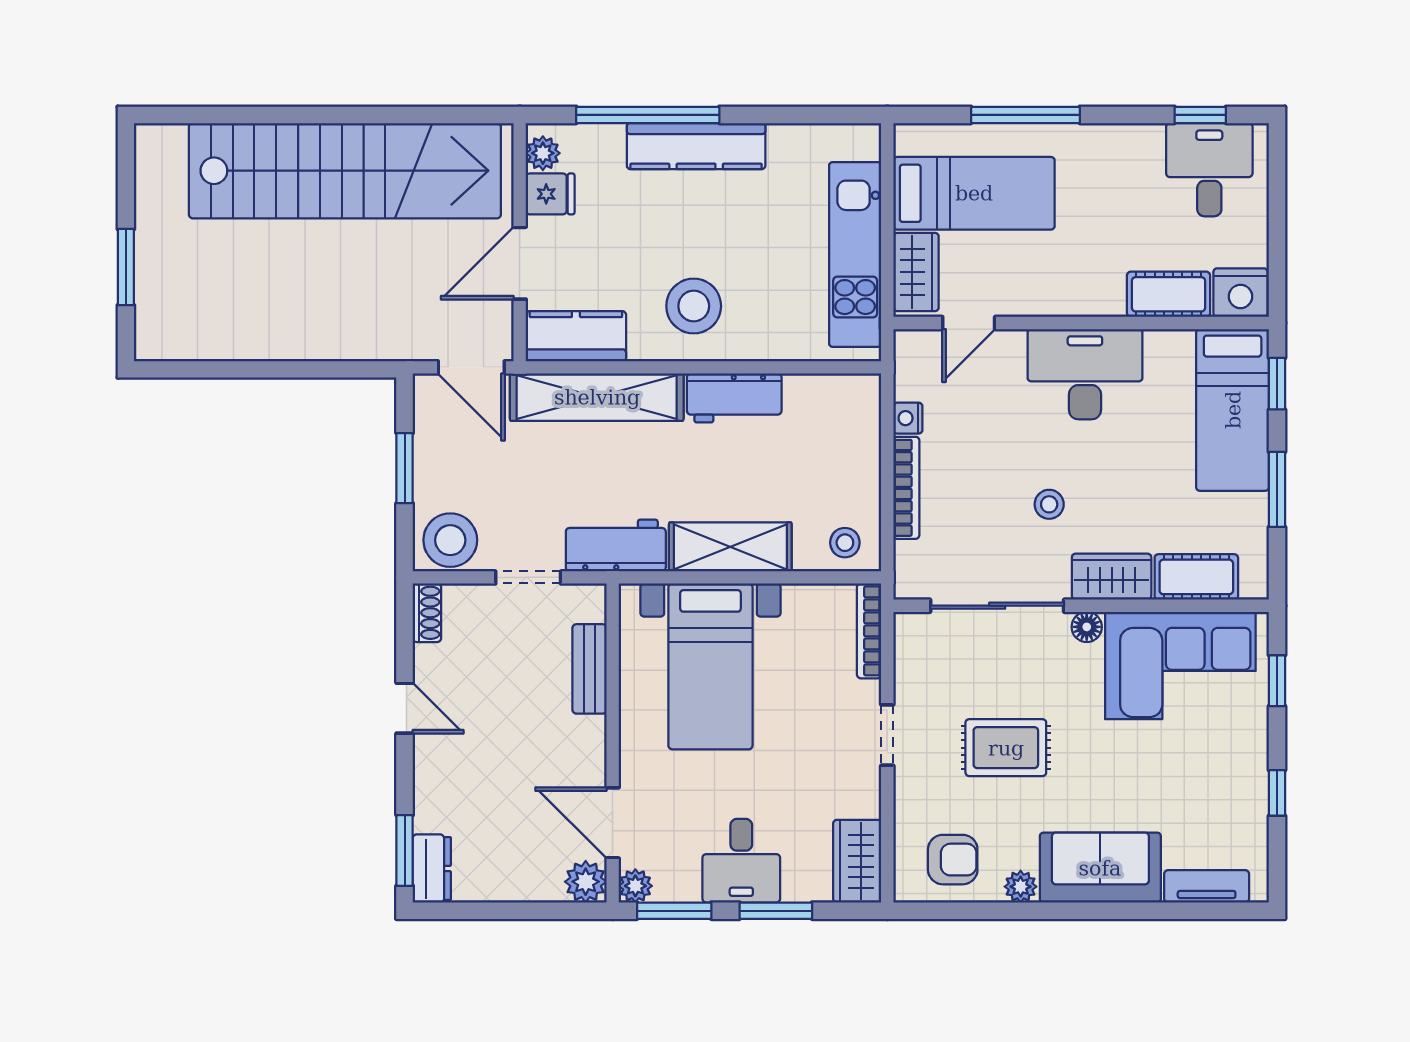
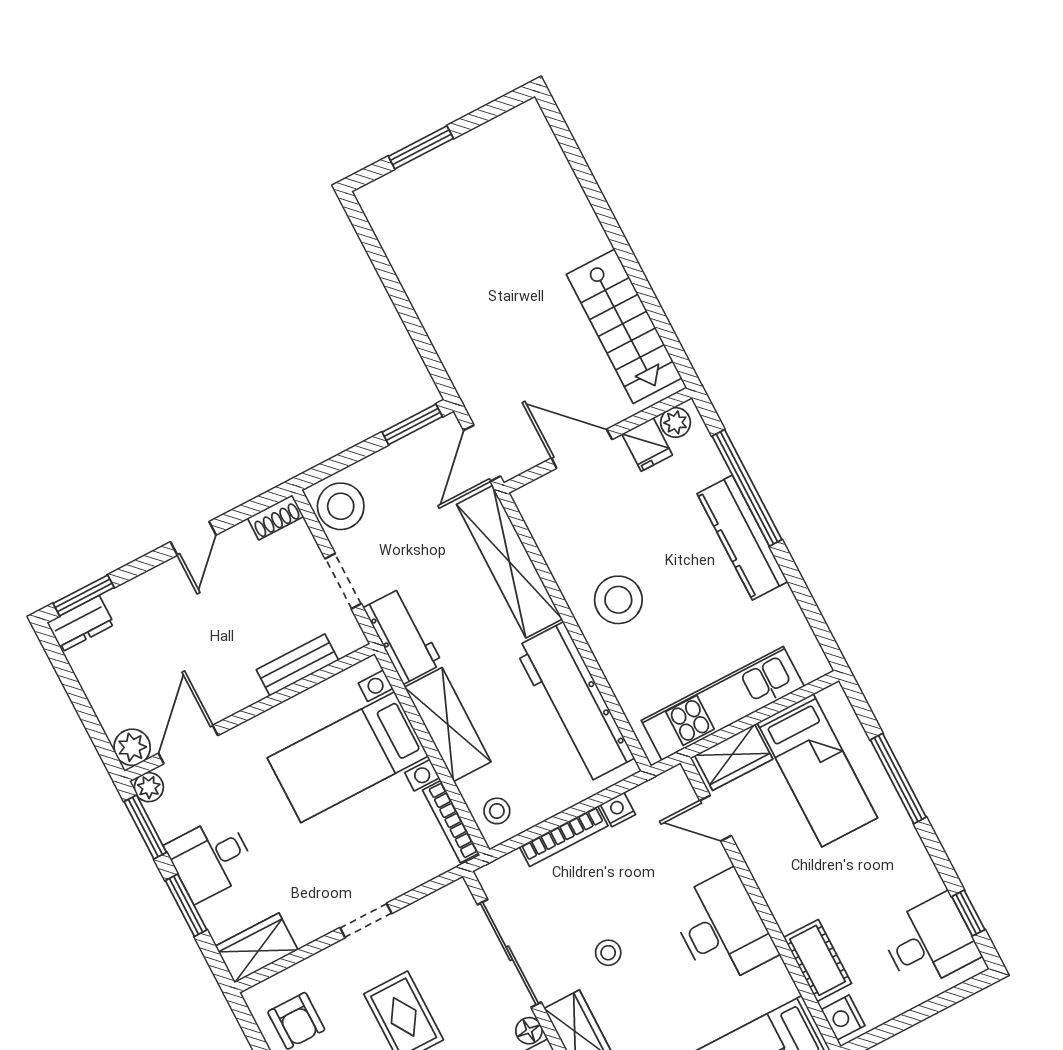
stairs: (345, 171) -> (624, 326), width x0.54, depth x0.66
nightstand: (1240, 293) -> (843, 1018), width x0.74, depth x0.75
kitchen counter: (576, 336) -> (548, 521), removed
workbench: (734, 398) -> (574, 703), width x1.88, depth x1.32
window: (405, 468) -> (412, 424), moved
bookcase: (869, 631) -> (451, 822), moved, turned -90

